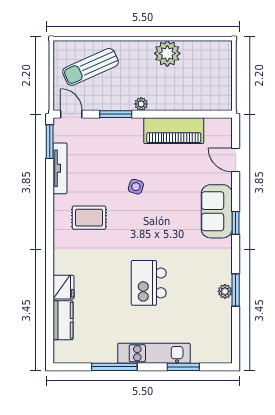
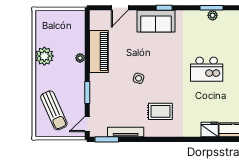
plant: (141, 104) -> (80, 58), moved
rug: (89, 218) -> (160, 111), turned 90

